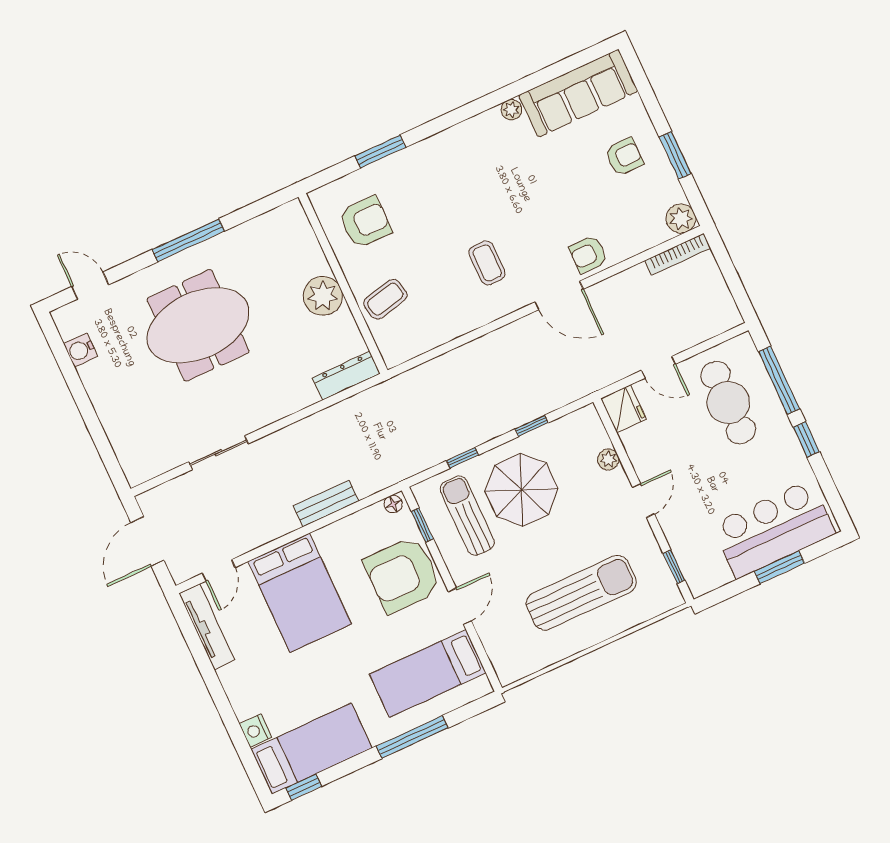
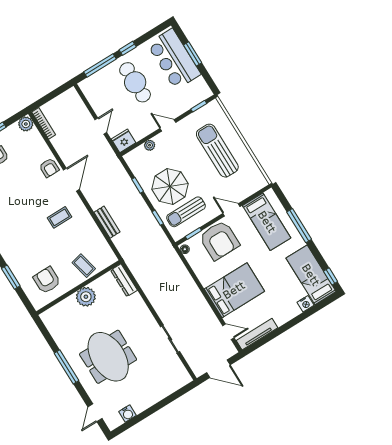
cafe table: (728, 403) -> (135, 82), moved, turned 90
bench: (326, 503) -> (107, 222), moved

